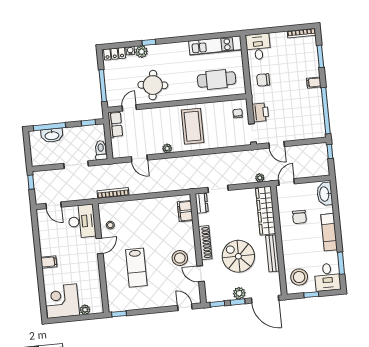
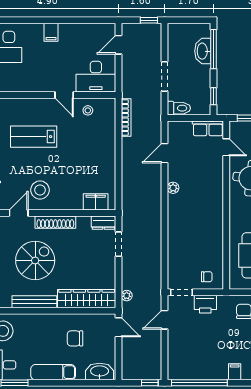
coffee table: (193, 126) -> (197, 221), removed

